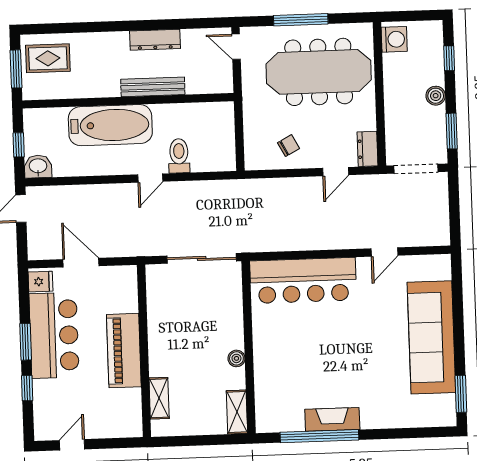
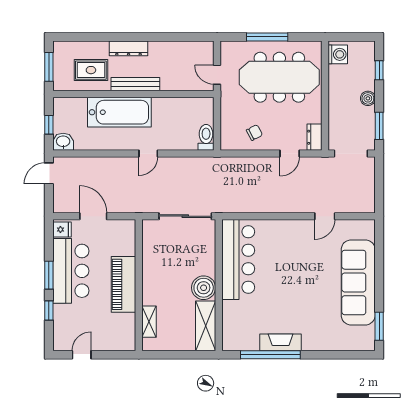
dresser: (155, 40) -> (129, 48), moved
door: (236, 47) -> (217, 75), moved
rug: (48, 58) -> (91, 70), moved
bench: (153, 87) -> (135, 84), moved
toilet: (179, 156) -> (206, 137), moved
bar counter: (303, 280) -> (238, 260), moved, turned -90
boiler: (236, 358) -> (204, 288), width x1.86, depth x1.86
shelving: (237, 412) -> (206, 326), width x1.50, depth x1.33

